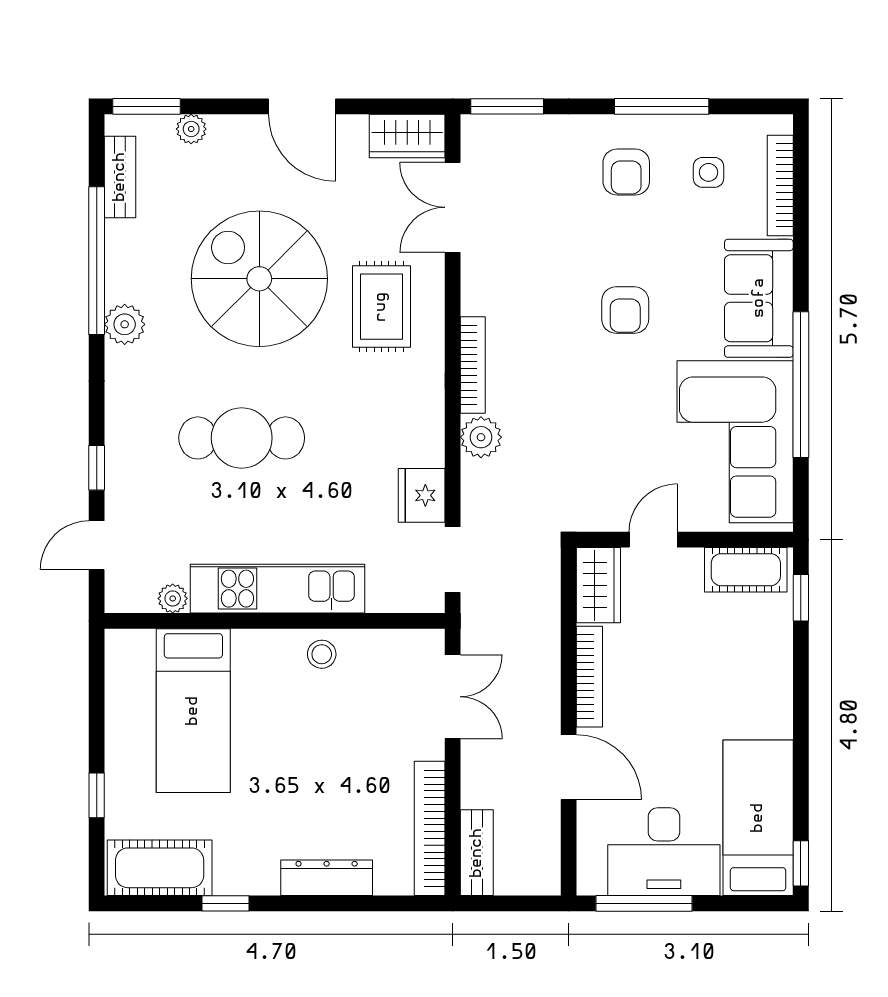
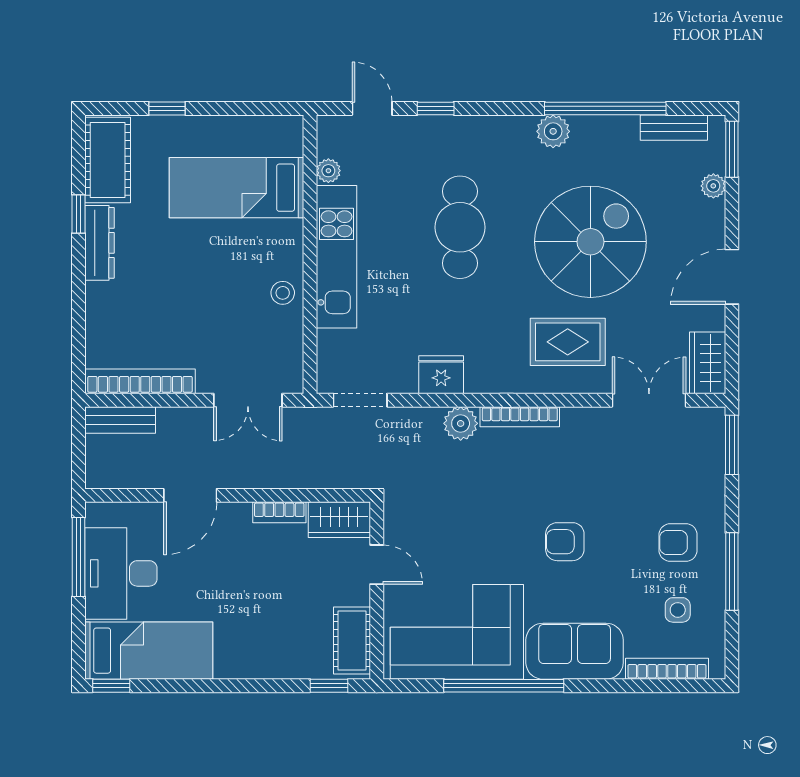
fridge: (422, 495) -> (441, 375), moved
bookcase: (589, 677) -> (279, 512), width x0.64
dresser: (327, 878) -> (100, 243), moved

